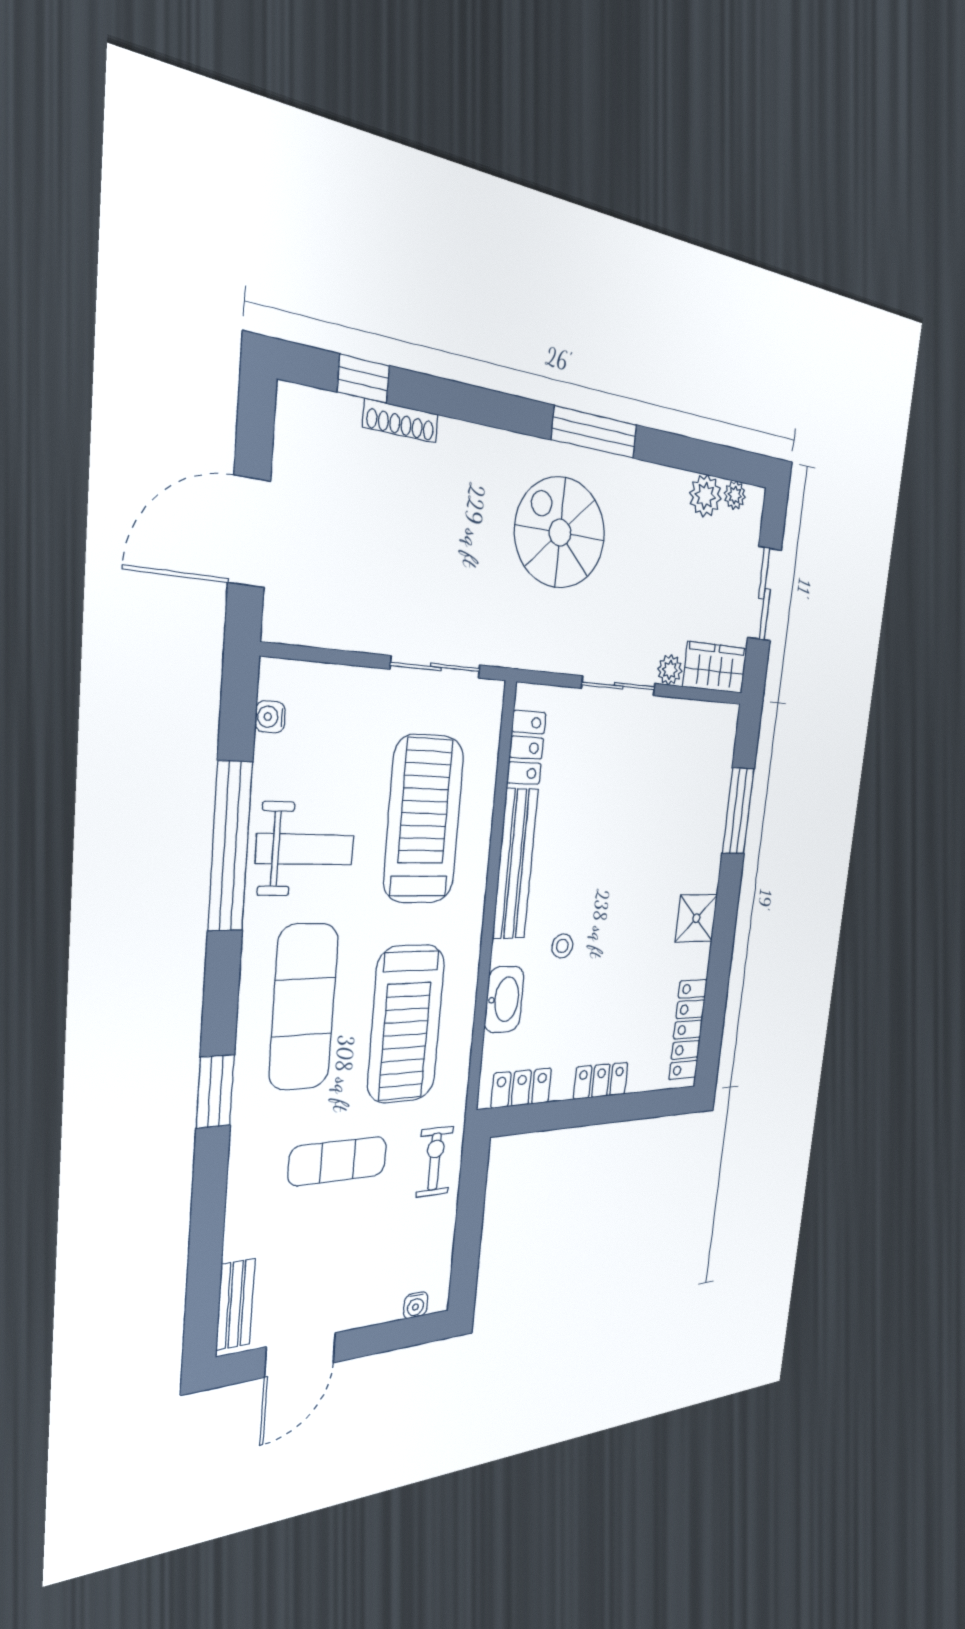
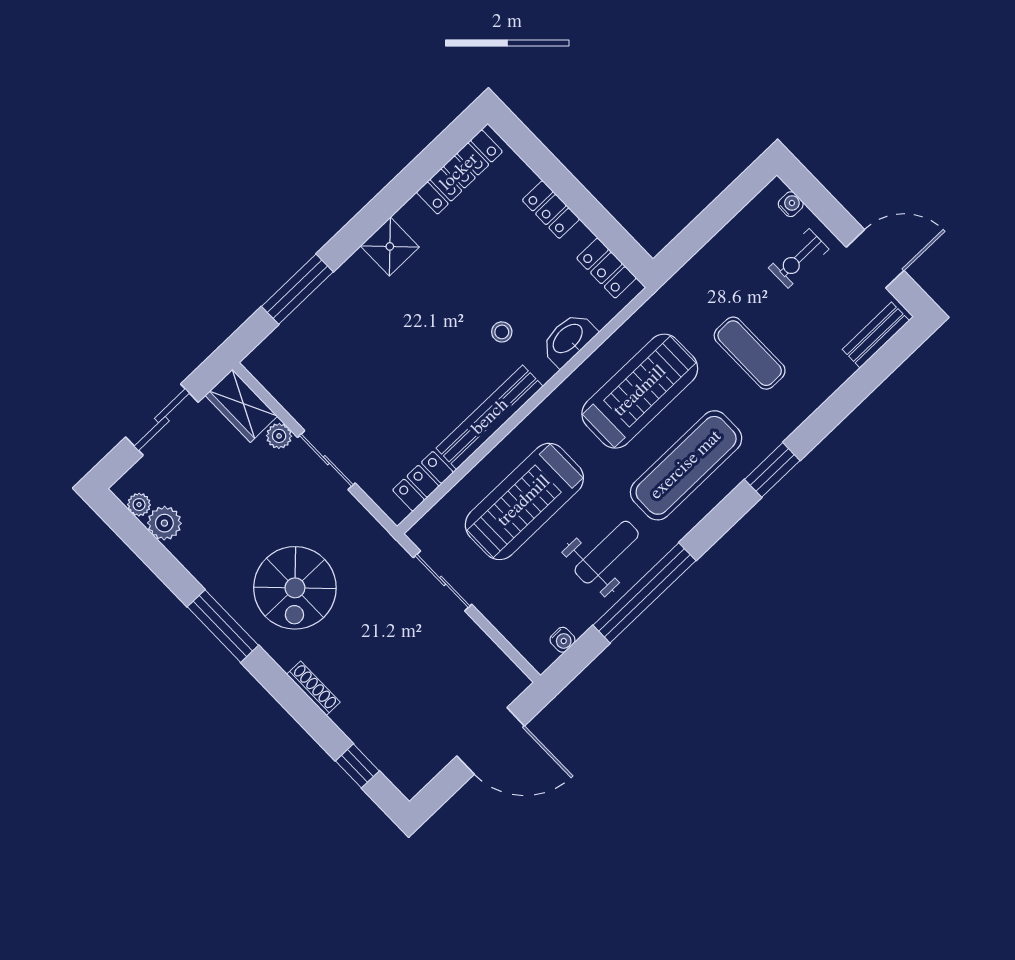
shoe rack: (401, 421) -> (313, 688), moved
weight bench: (305, 849) -> (607, 552), turned 90
exercise bike: (435, 1162) -> (799, 258), moved

